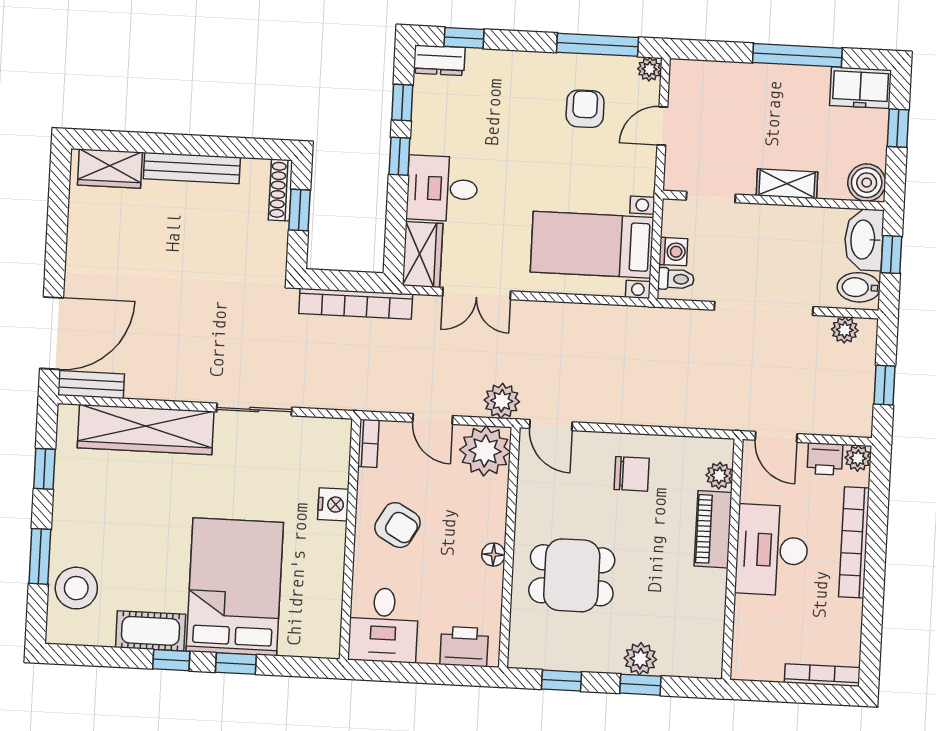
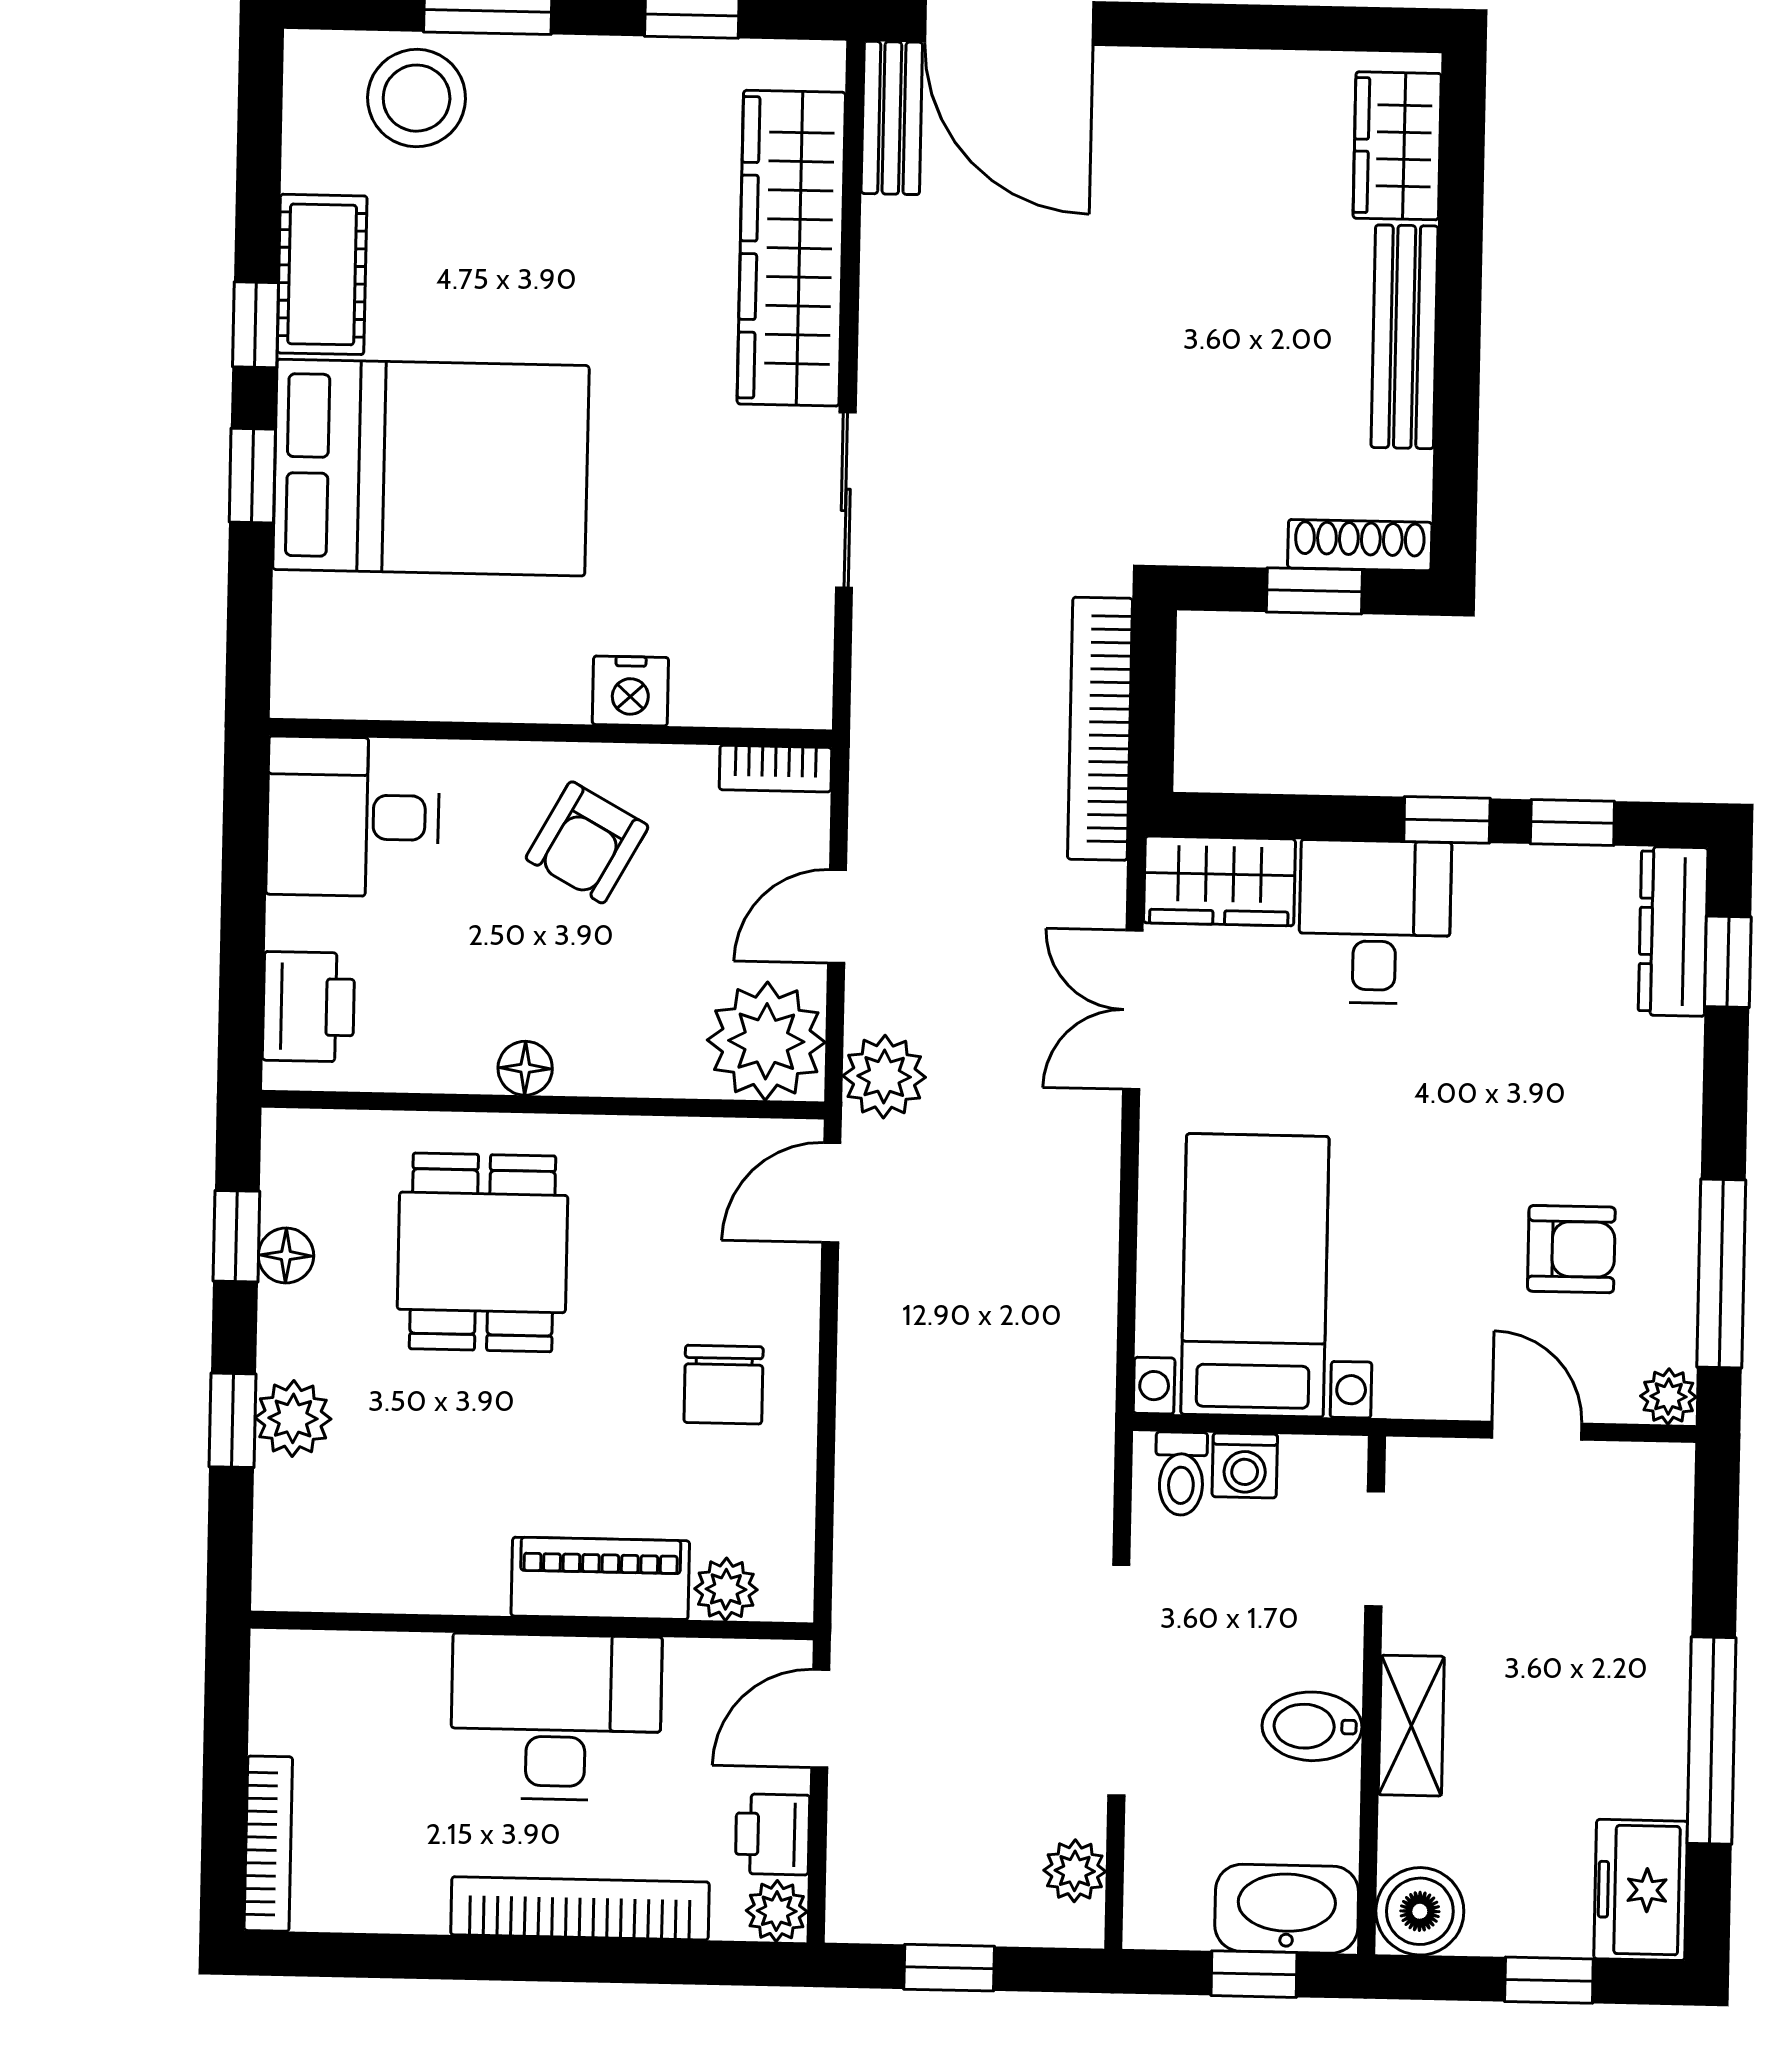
dresser: (439, 60) -> (1673, 931), width x1.44
bidet: (859, 287) -> (1312, 1726), moved, turned -90
floor lamp: (570, 660) -> (286, 1256), added

